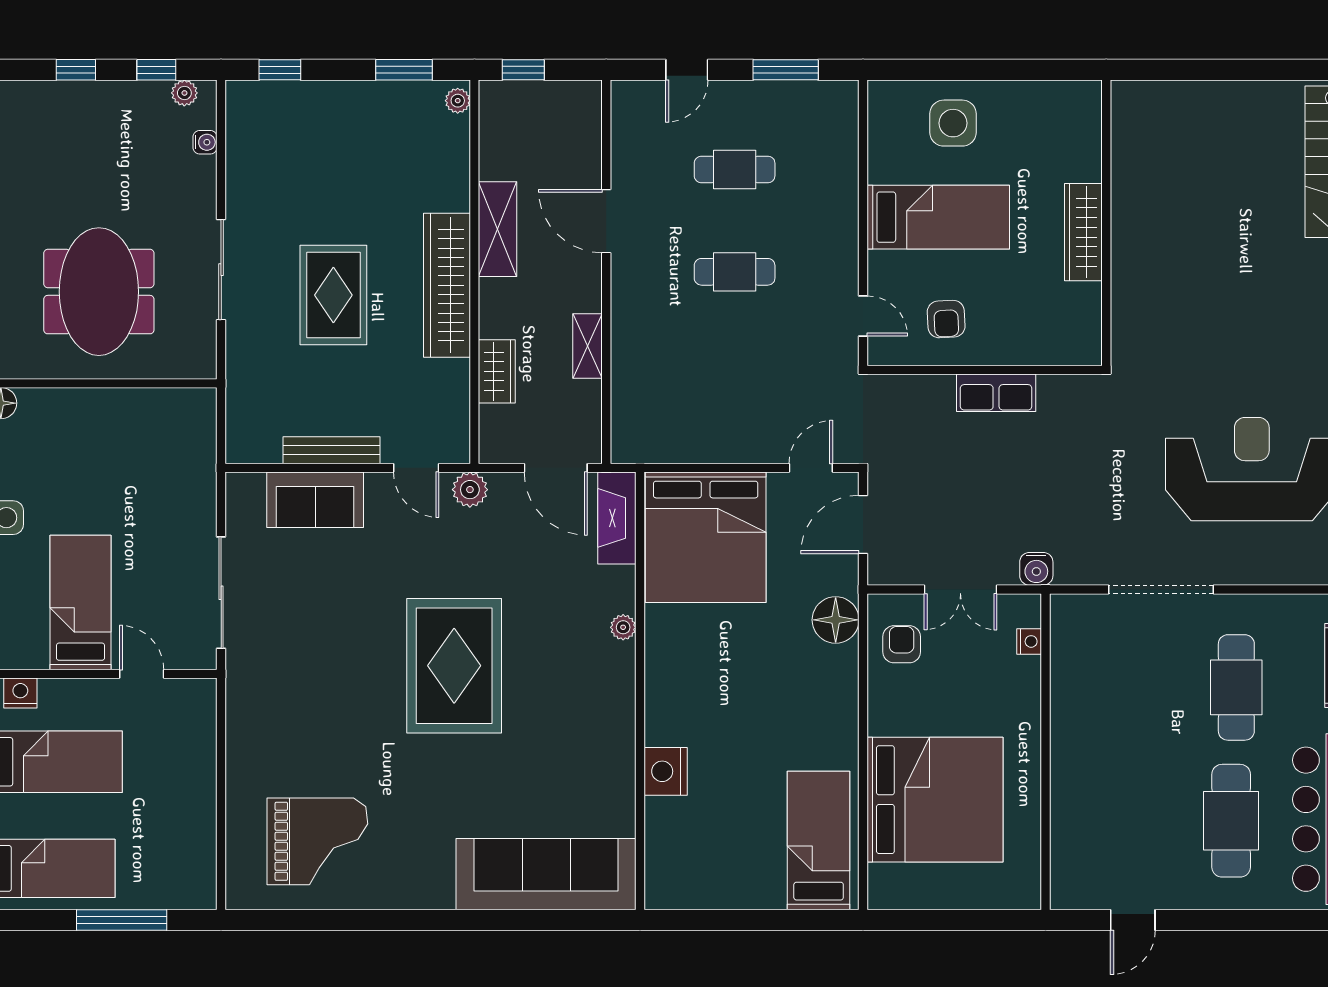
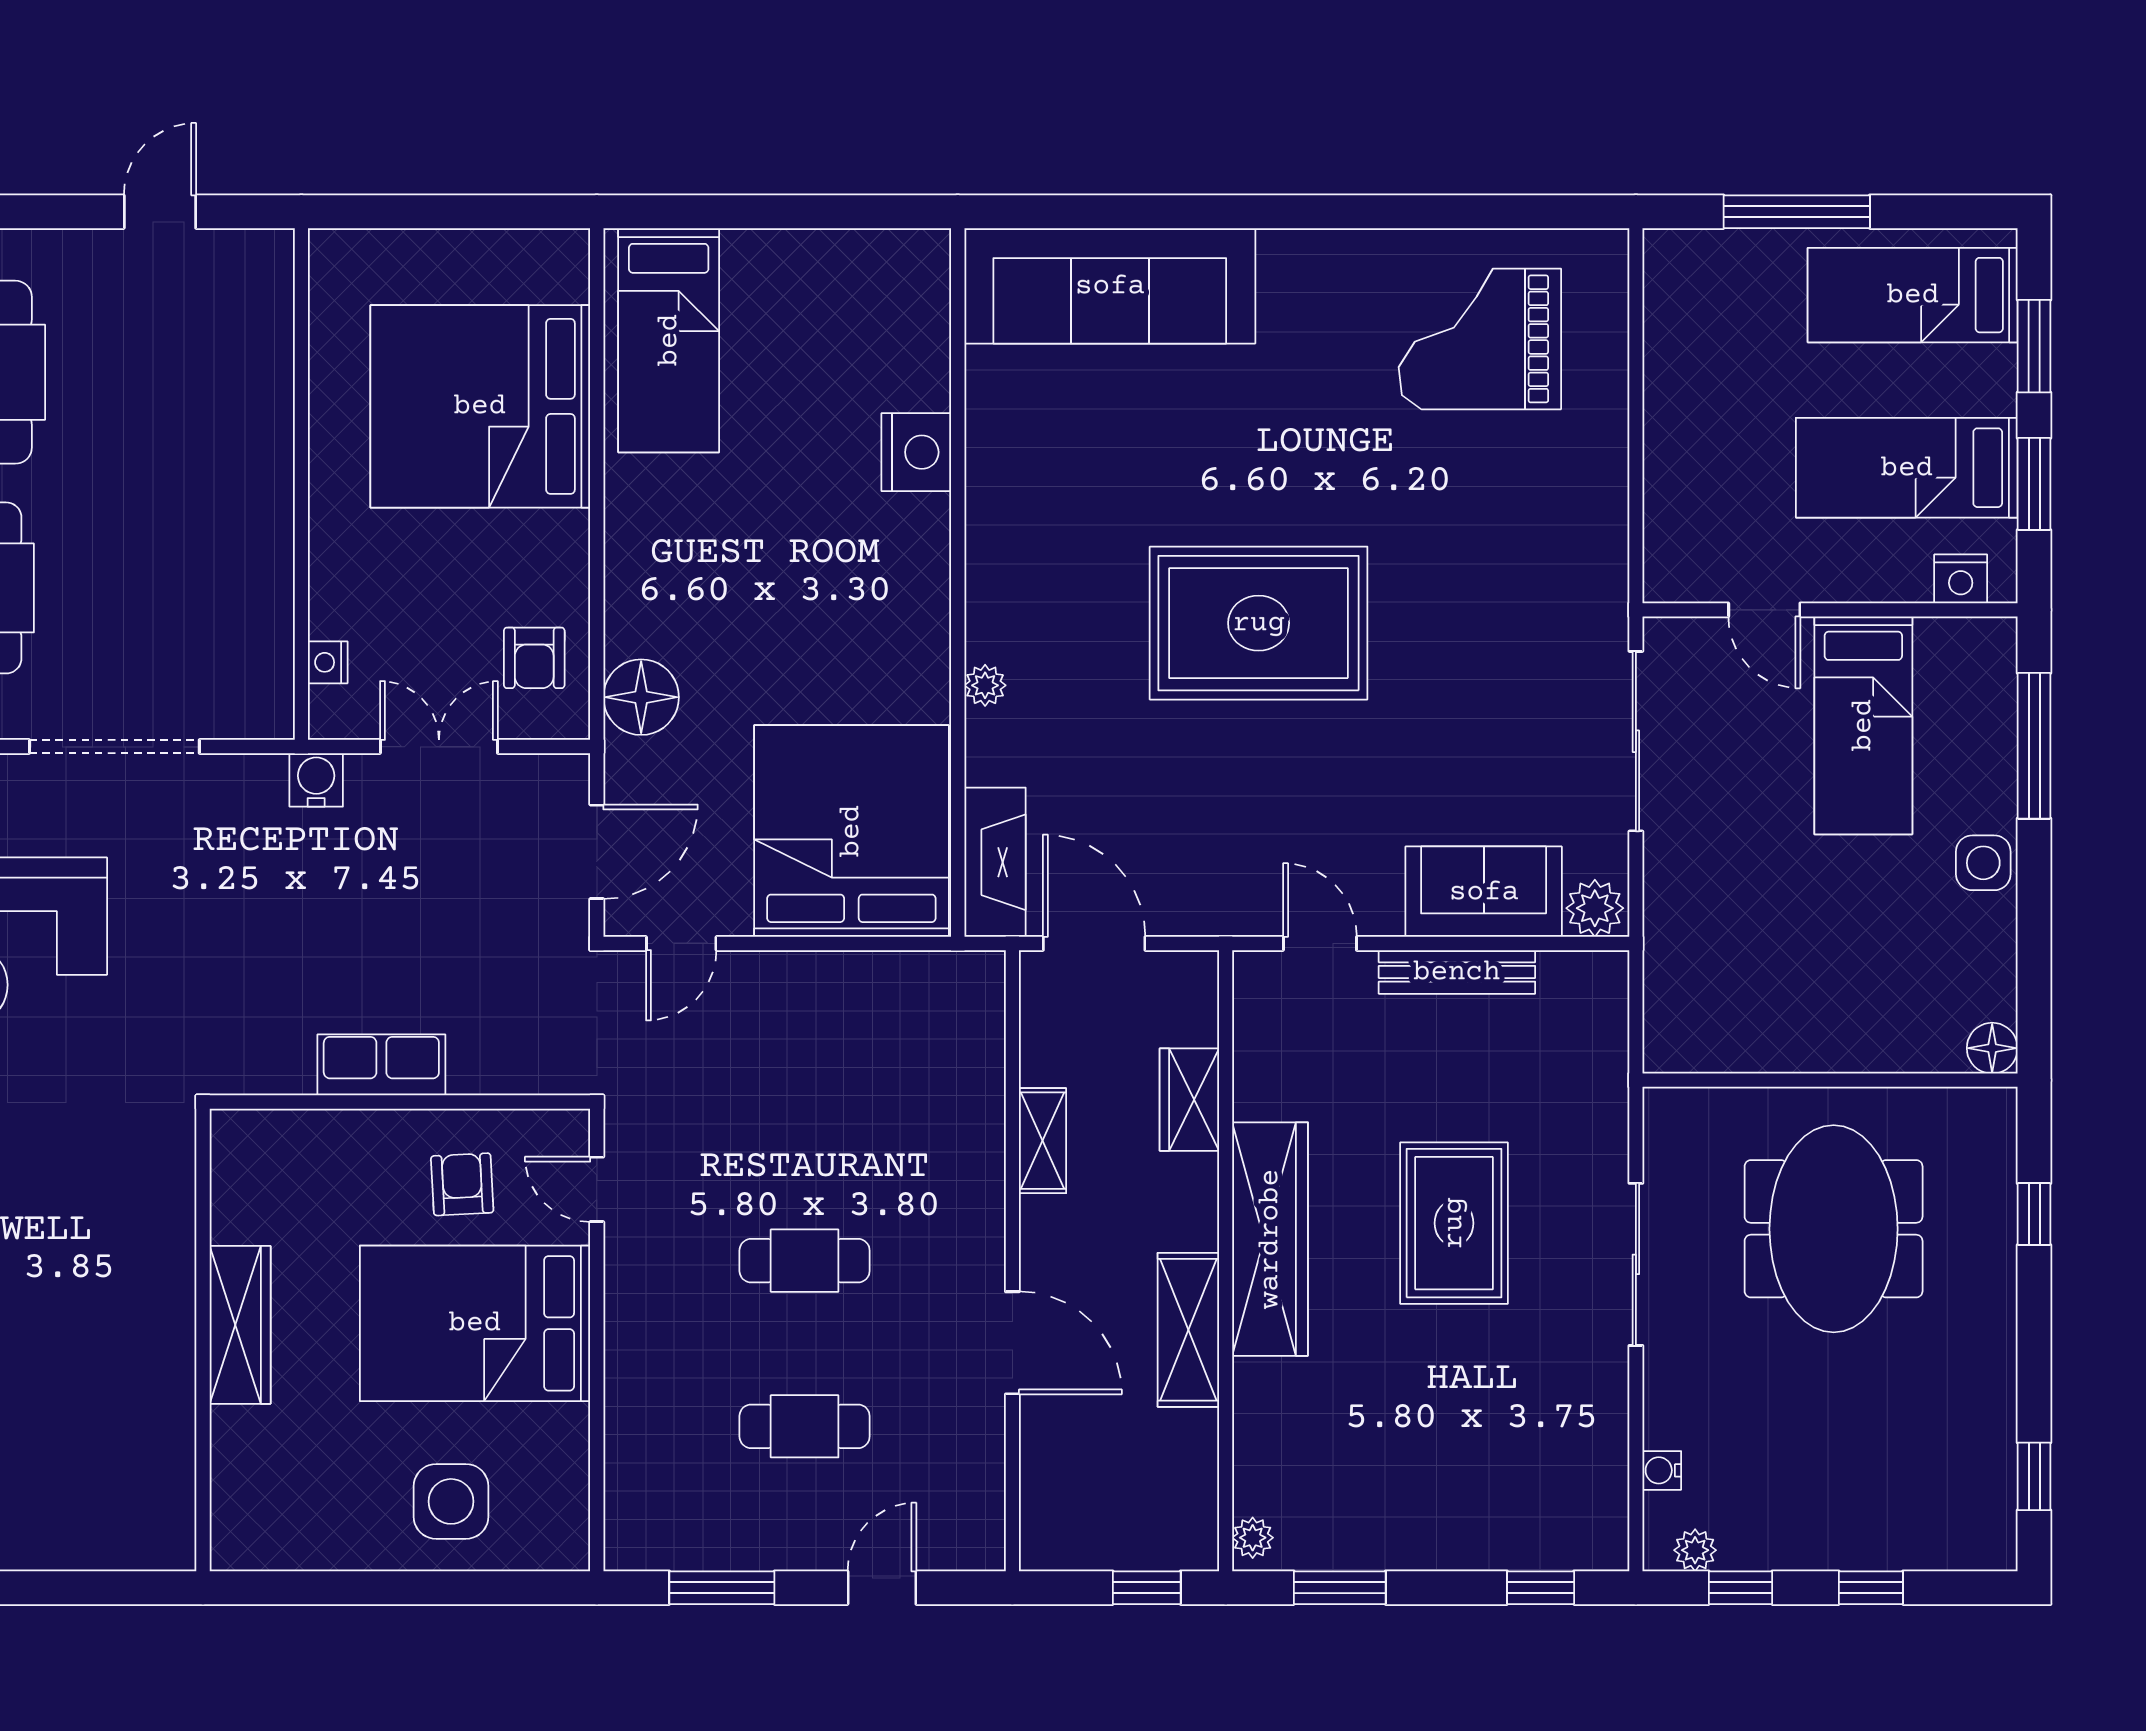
bed: (938, 217) -> (475, 1323), width x1.50
plant: (470, 490) -> (1595, 908), moved
rug: (454, 666) -> (1259, 623), turned 90

